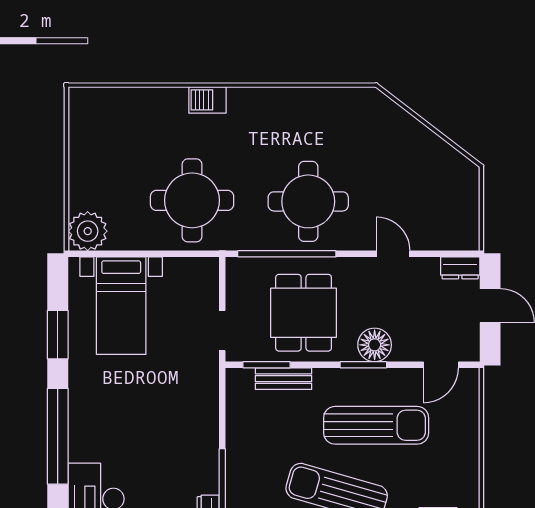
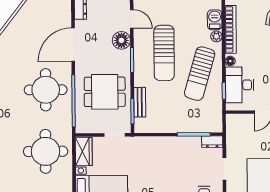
door: (393, 254) -> (73, 45), width x1.87
wardrobe: (191, 272) -> (84, 152), added
floor lamp: (375, 345) -> (121, 40), moved
sun lounger: (376, 425) -> (164, 53), turned 180

